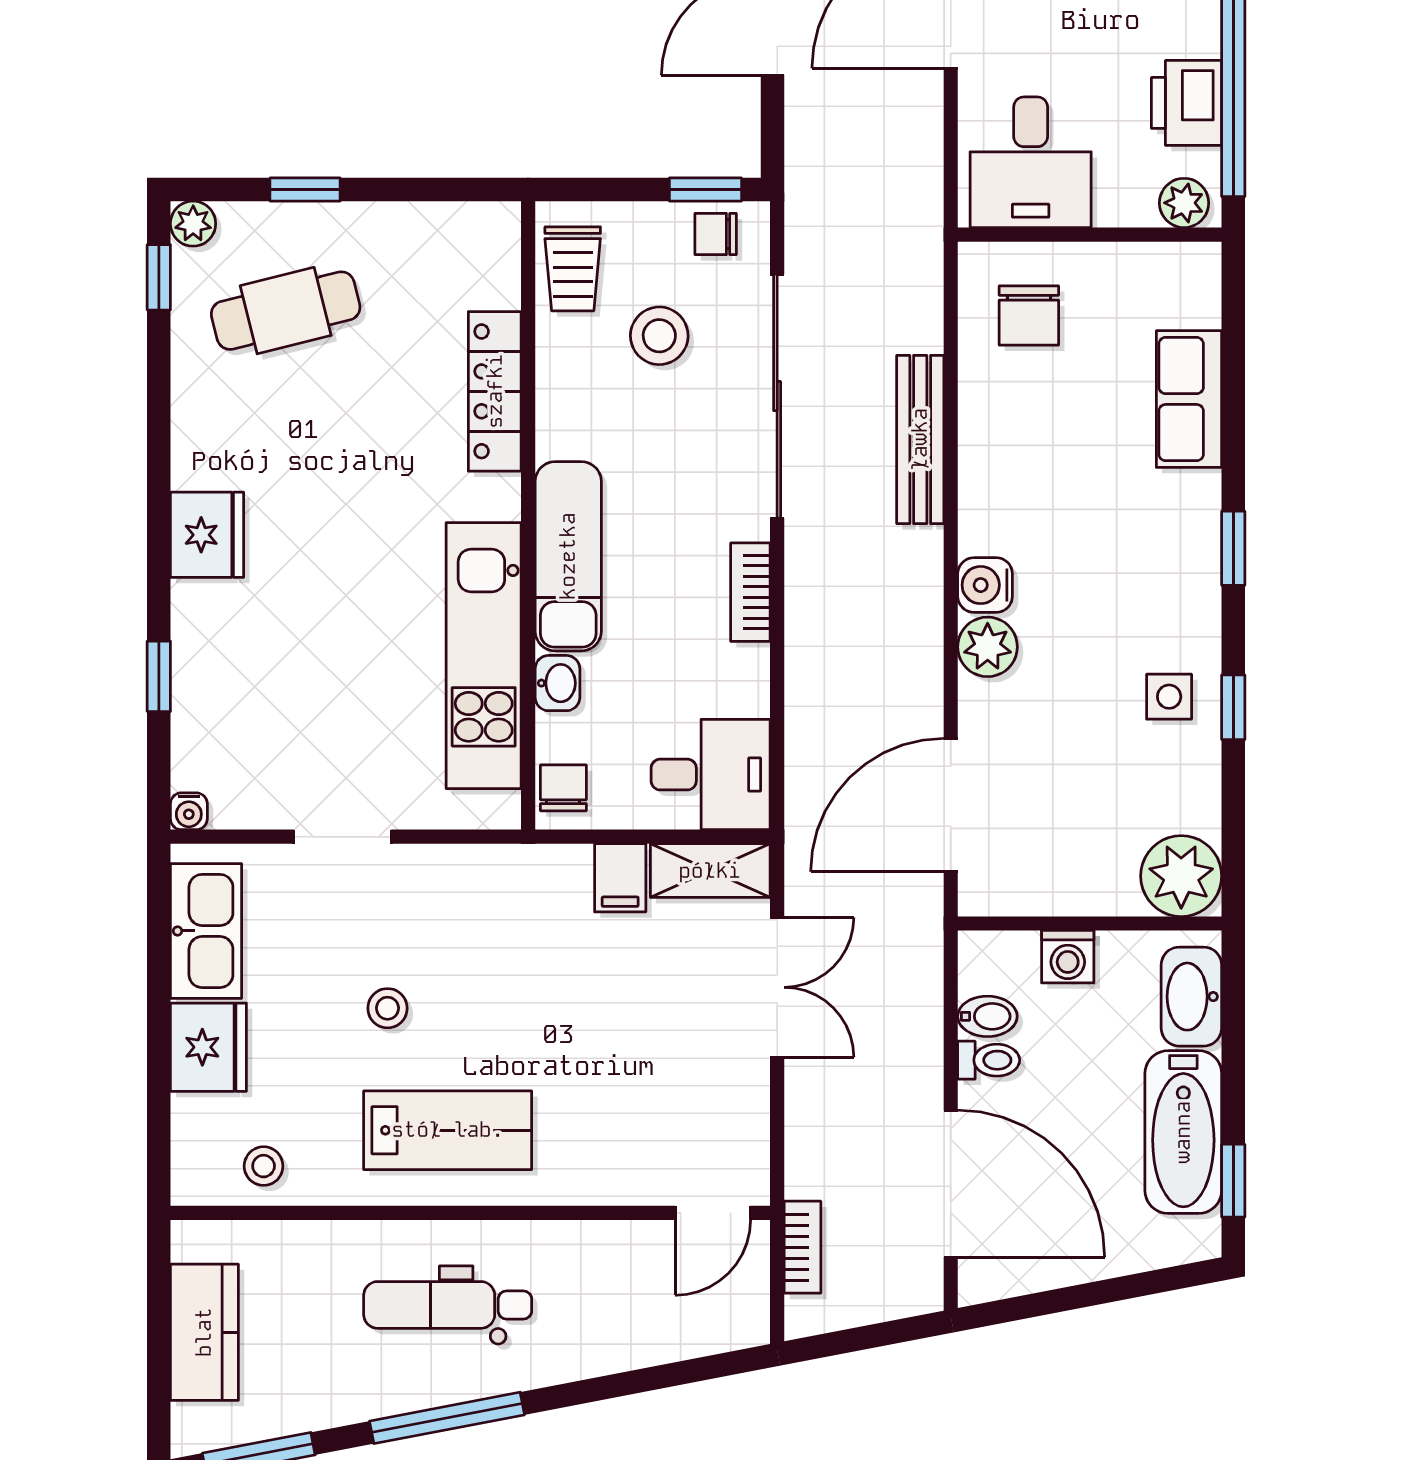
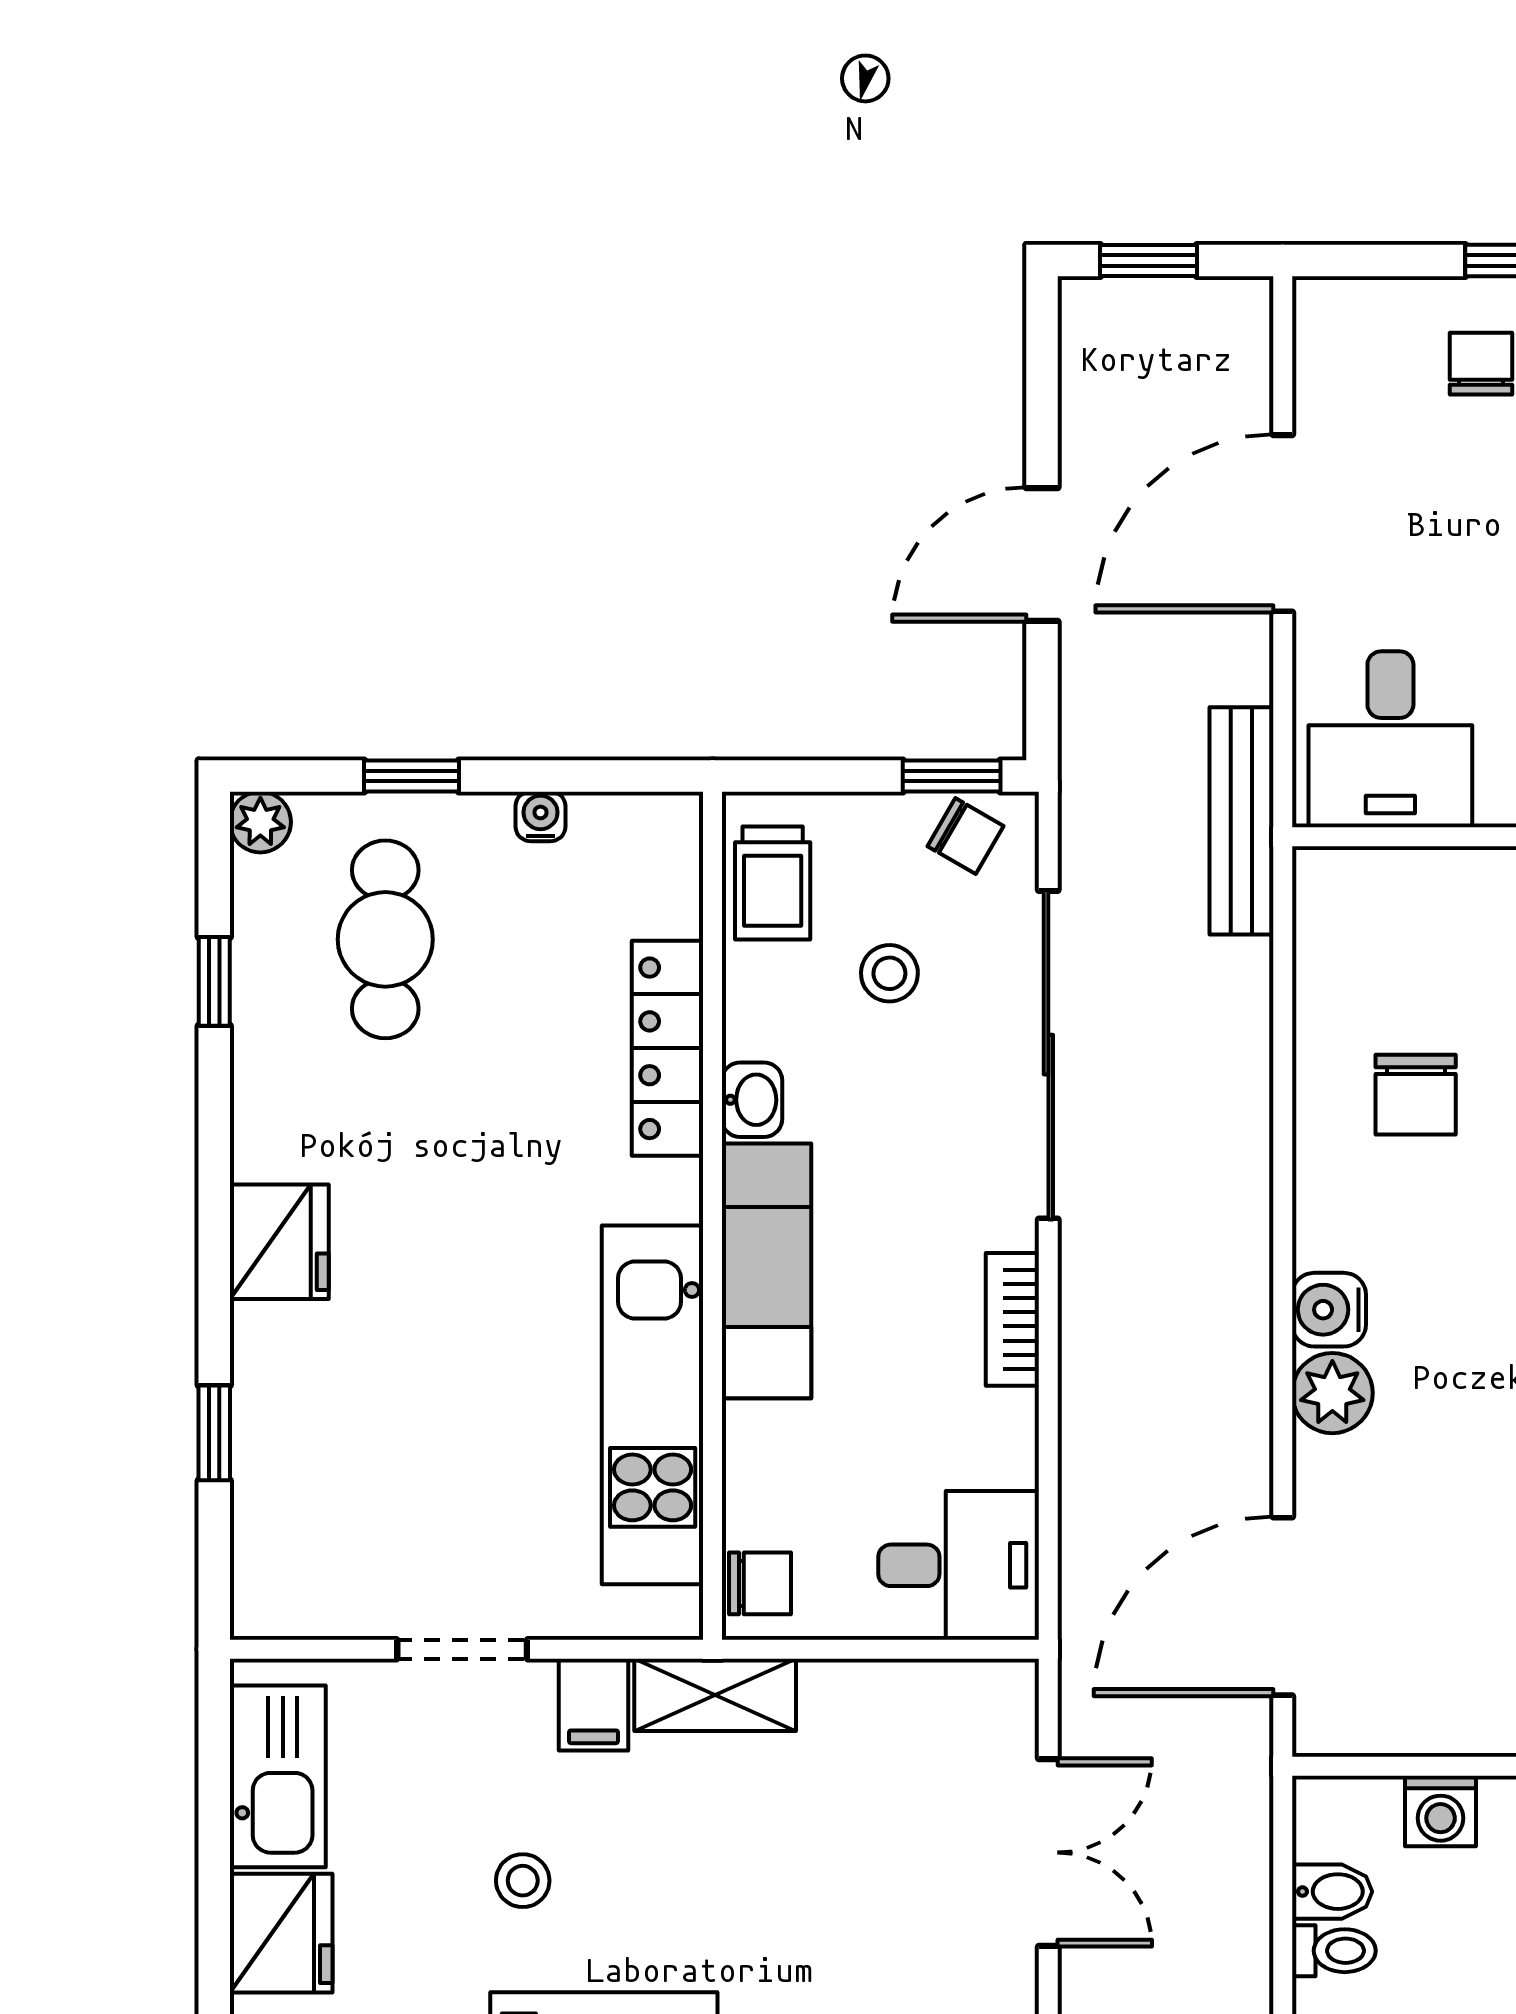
chair: (716, 234) -> (965, 836), turned -150
window: (159, 277) -> (214, 981), moved
cafe table: (286, 311) -> (385, 939), turned -76
chair: (1029, 315) -> (1416, 1095), moved
stool: (659, 336) -> (889, 973), width x0.73, depth x0.73
bench: (920, 439) -> (1241, 821), moved
washbasin: (557, 683) -> (752, 1100), moved
chair: (563, 788) -> (760, 1583), turned 90
water cooler: (189, 811) -> (540, 816), moved, turned 180
shelving: (710, 871) -> (715, 1695), moved
filing cabinet: (620, 878) -> (593, 1705), moved

